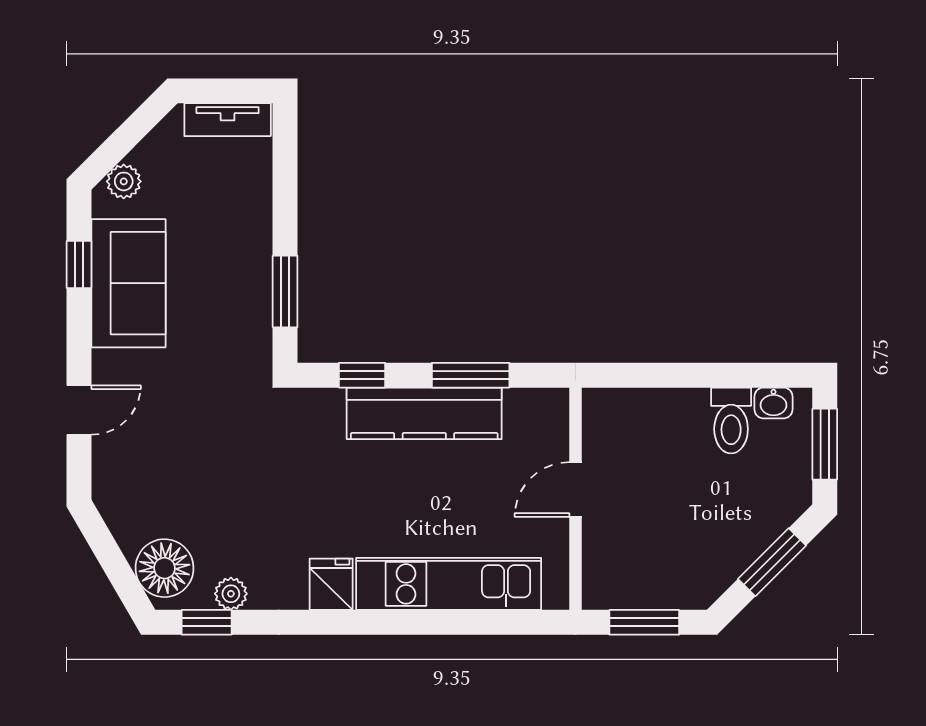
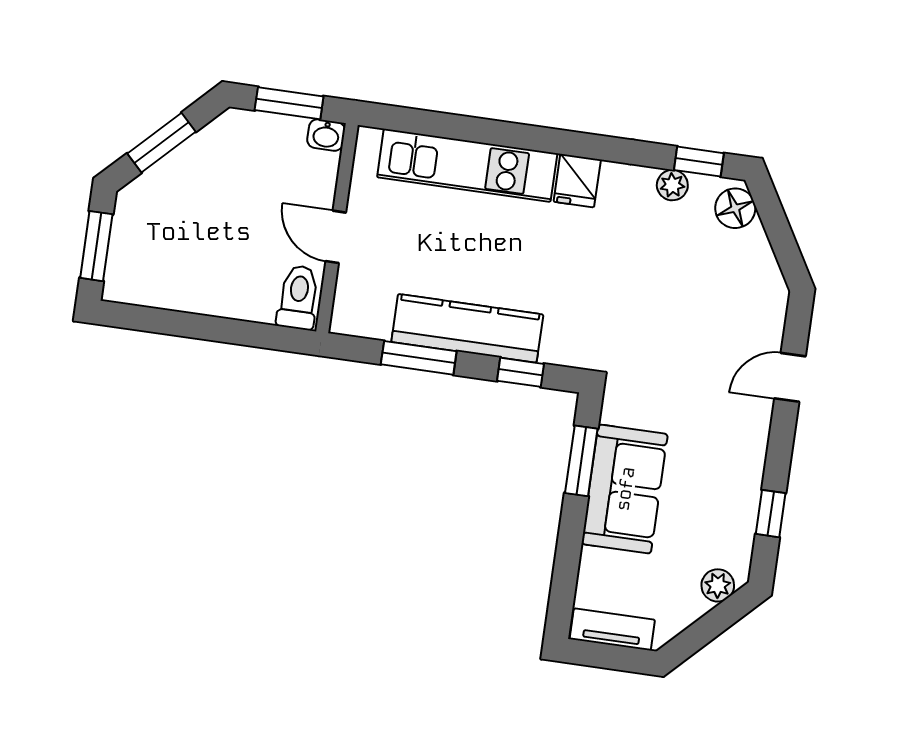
sofa: (128, 283) -> (625, 489), moved, turned 180
washbasin: (773, 403) -> (326, 135), moved, turned 180
toilet: (731, 420) -> (298, 297), moved
door: (576, 489) -> (336, 237), swing flipped
floor lamp: (165, 568) -> (735, 208), width x0.73, depth x0.73

